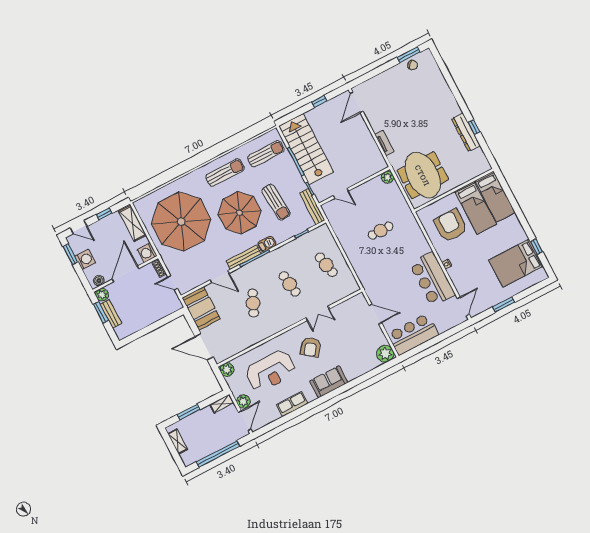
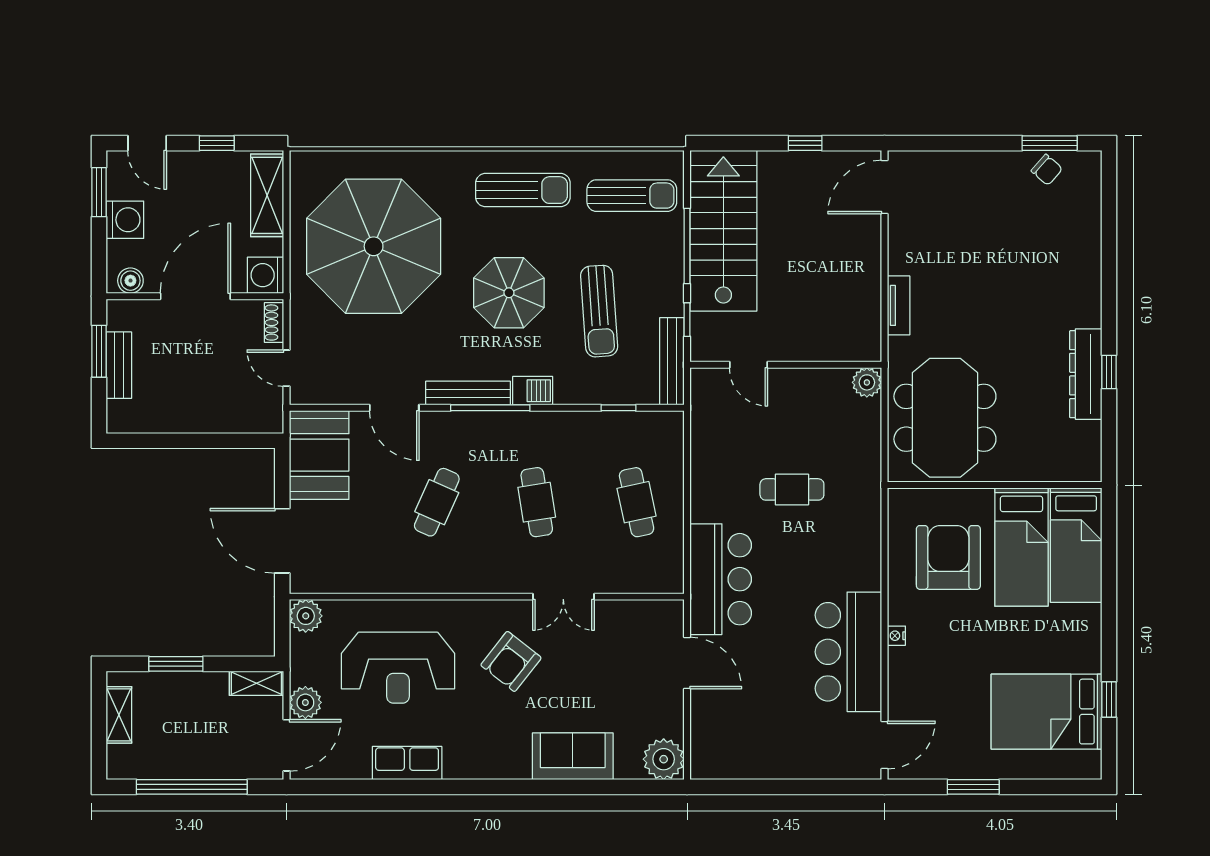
parasol: (239, 213) -> (509, 293), width x0.73, depth x0.73
plant: (102, 295) -> (122, 314), removed
bar counter: (413, 334) -> (721, 579), moved, turned 90
sofa: (329, 382) -> (573, 756), moved

